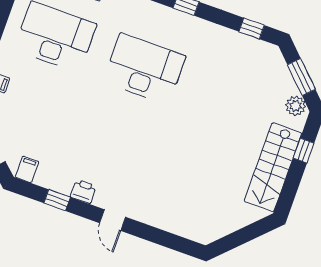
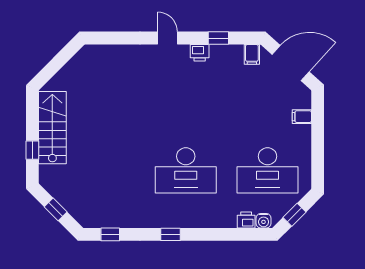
window: (301, 77) -> (56, 209), width x0.67
plant: (296, 106) -> (52, 184), removed

